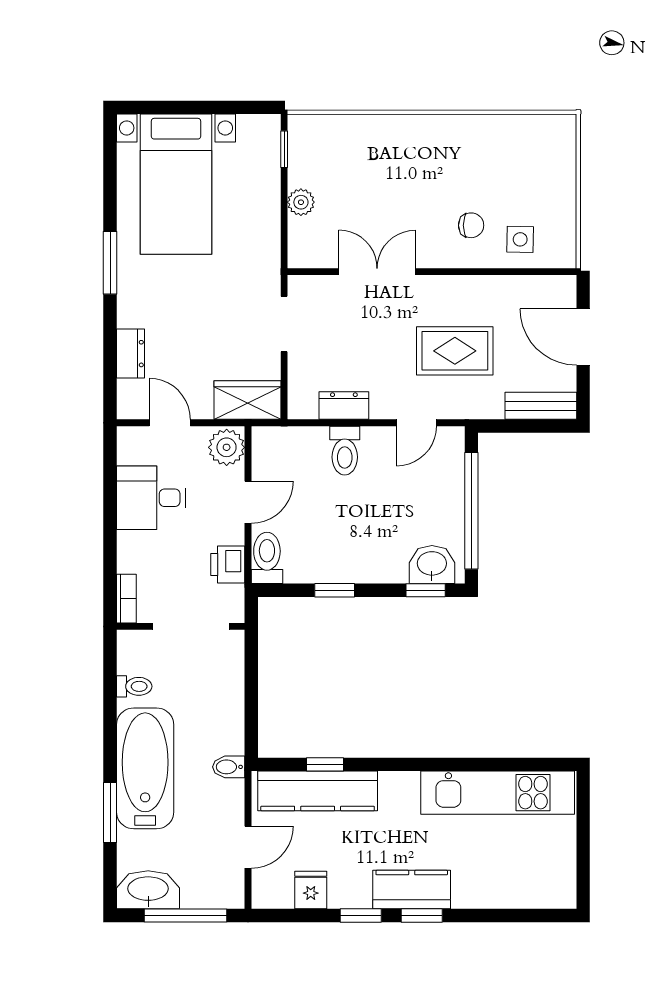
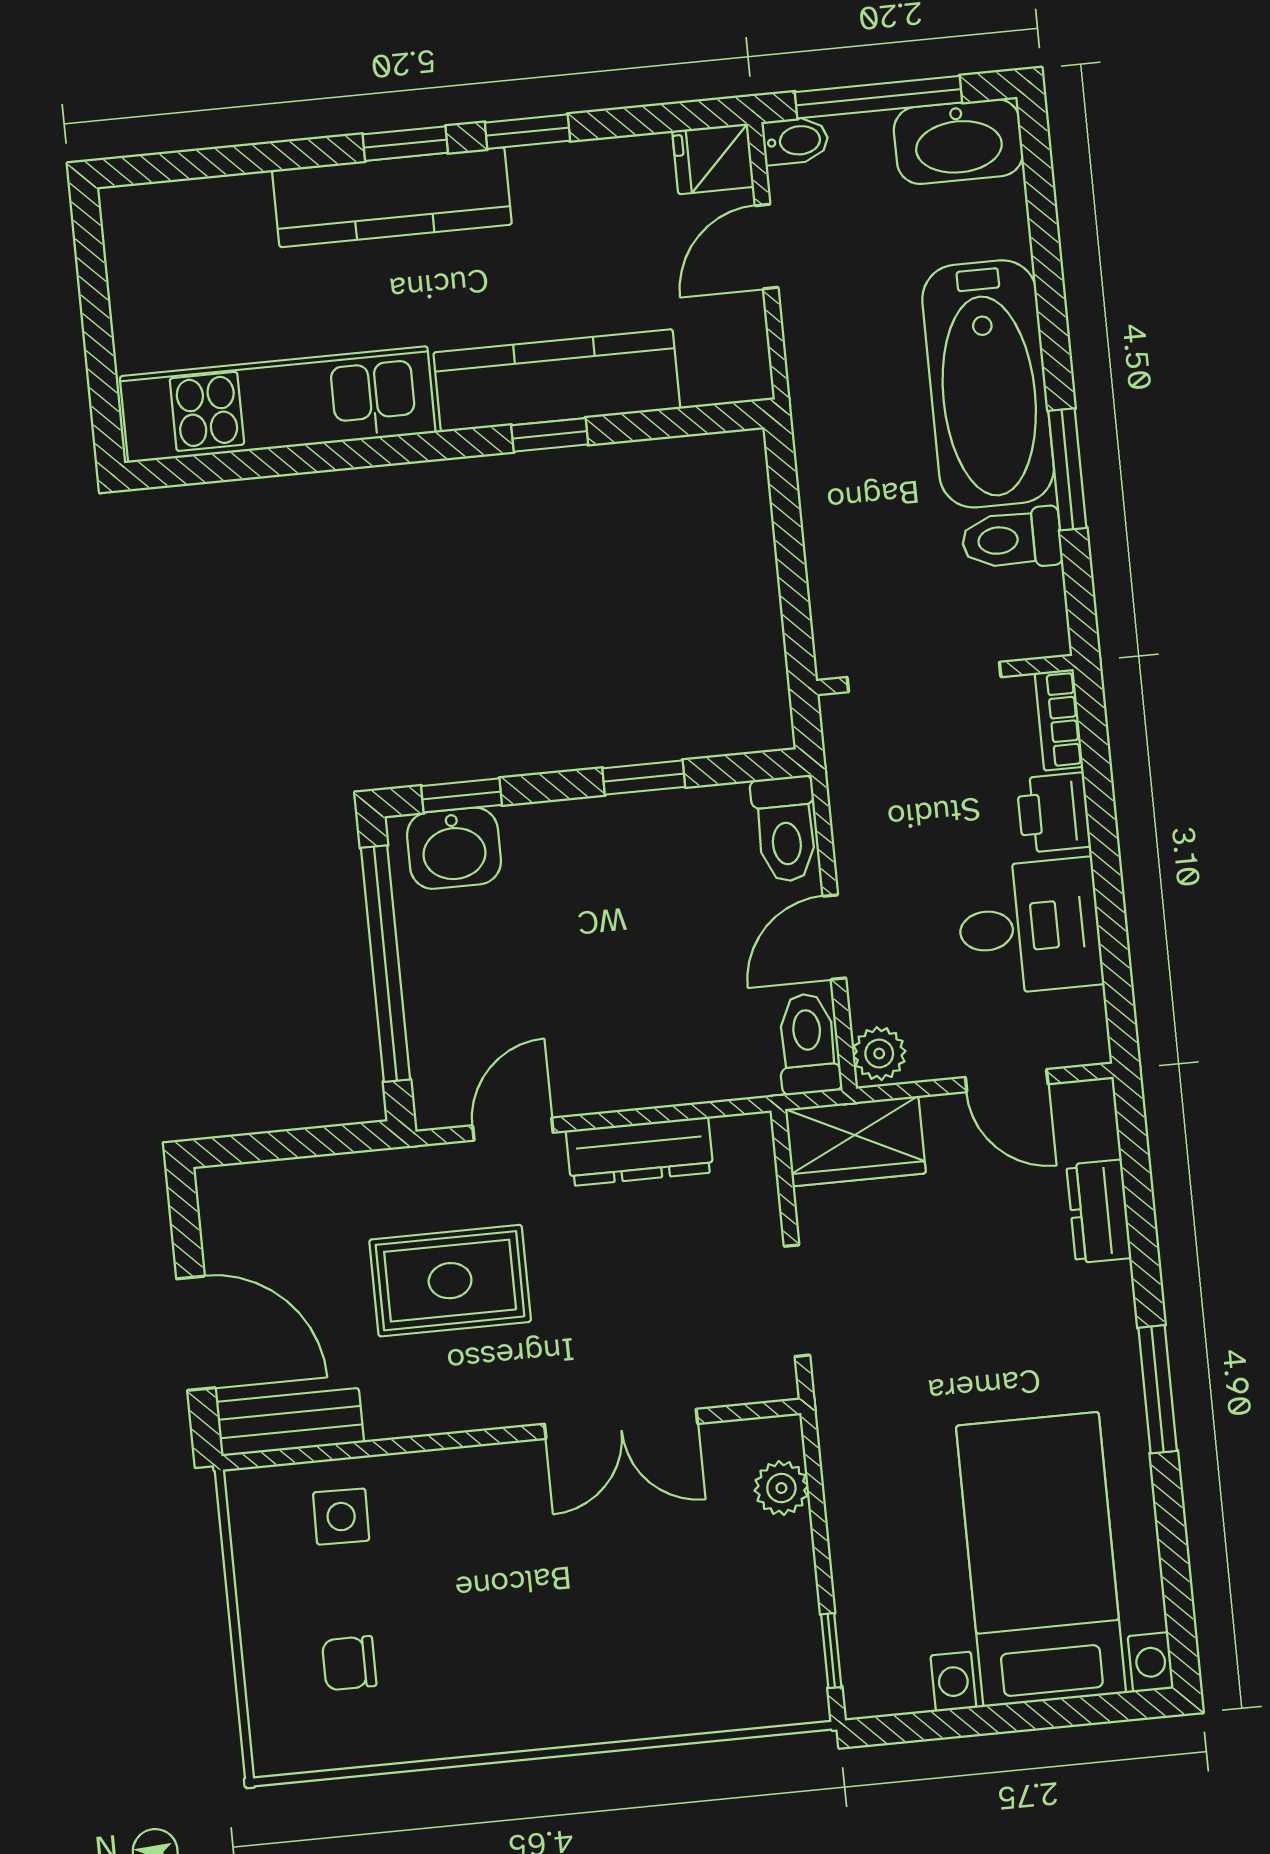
plant: (301, 202) -> (781, 1488), moved
chair: (471, 225) -> (349, 1663), moved
dresser: (344, 406) -> (640, 1151), width x1.44
bench: (541, 406) -> (290, 1422), moved
plant: (227, 447) -> (879, 1054), width x0.73, depth x0.73
toilet: (345, 451) -> (808, 1044), moved
printer: (228, 565) -> (1054, 813), moved, turned 180
toilet: (134, 686) -> (1012, 539), width x1.37, depth x1.39
window: (325, 764) -> (550, 435), moved
bidet: (229, 767) -> (795, 141), moved
kitchen counter: (318, 791) -> (557, 381), moved
window: (110, 813) -> (1067, 469), moved
fridge: (311, 890) -> (713, 159), moved, turned 90
kitchen counter: (412, 890) -> (392, 197), width x1.50

